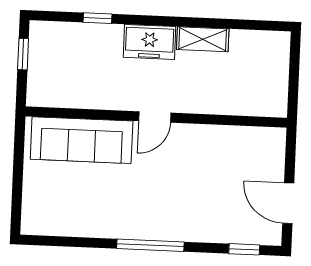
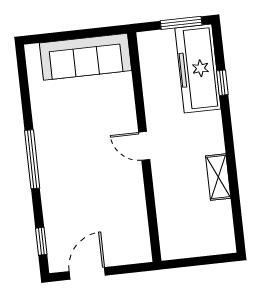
freezer: (149, 42) -> (198, 69), moved, width x1.91, depth x1.26
window: (23, 54) -> (181, 23), width x1.50
sofa: (82, 140) -> (85, 57), moved, turned -90

